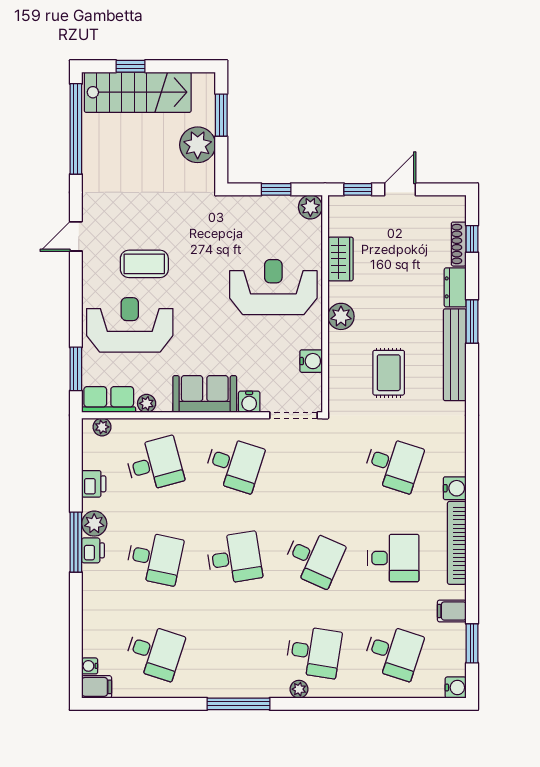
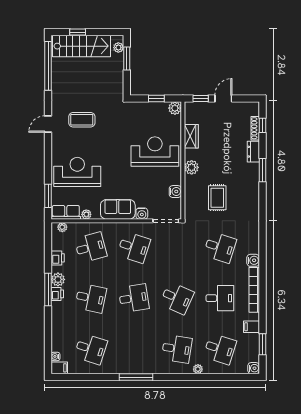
plant: (198, 145) -> (118, 48), moved, width x0.53, depth x0.53
coffee table: (144, 264) -> (82, 120), moved
bench: (455, 355) -> (253, 188), removed
plant: (299, 689) -> (198, 369), moved

